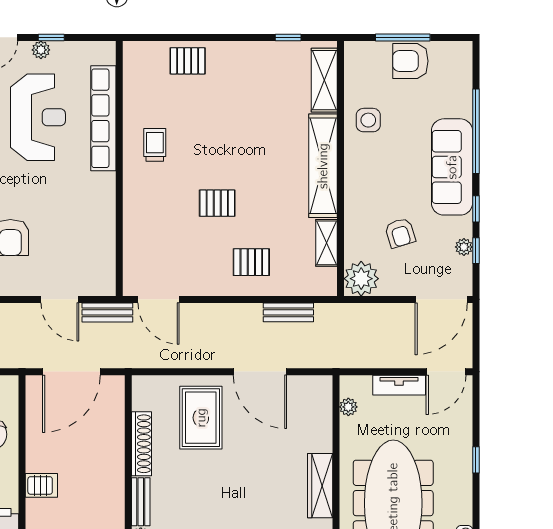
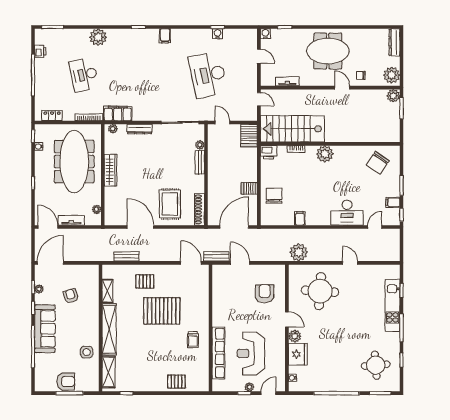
pallet: (217, 203) -> (162, 311), width x2.05, depth x2.00
plant: (361, 279) -> (90, 273), removed
door: (446, 372) -> (48, 227), hinge flipped
shoe rack: (141, 444) -> (199, 209), moved
server rack: (41, 485) -> (249, 188), moved

